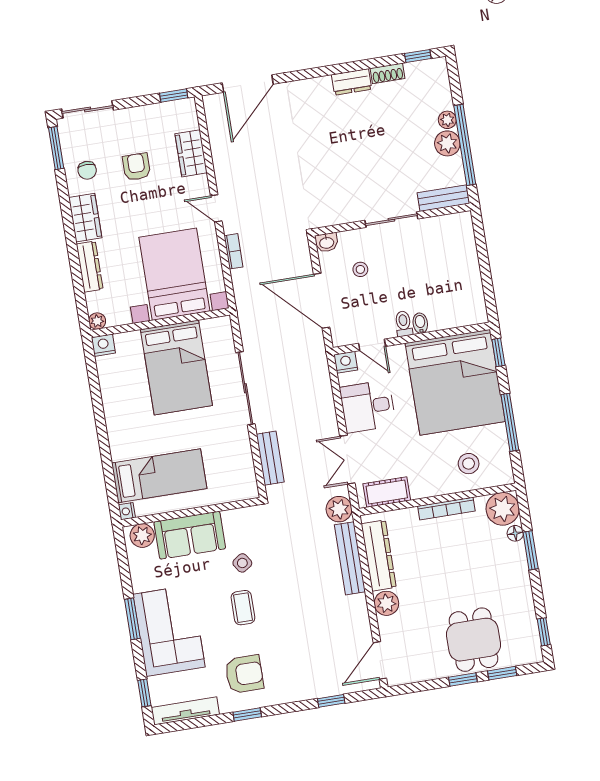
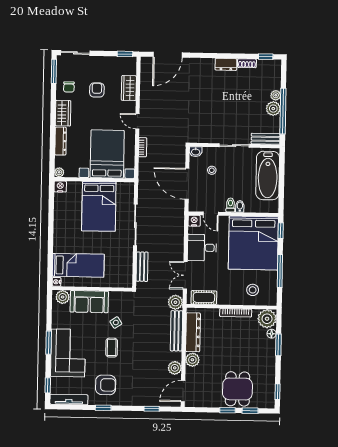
bathtub: (459, 261) -> (268, 176), added
plant: (358, 623) -> (175, 368), added

